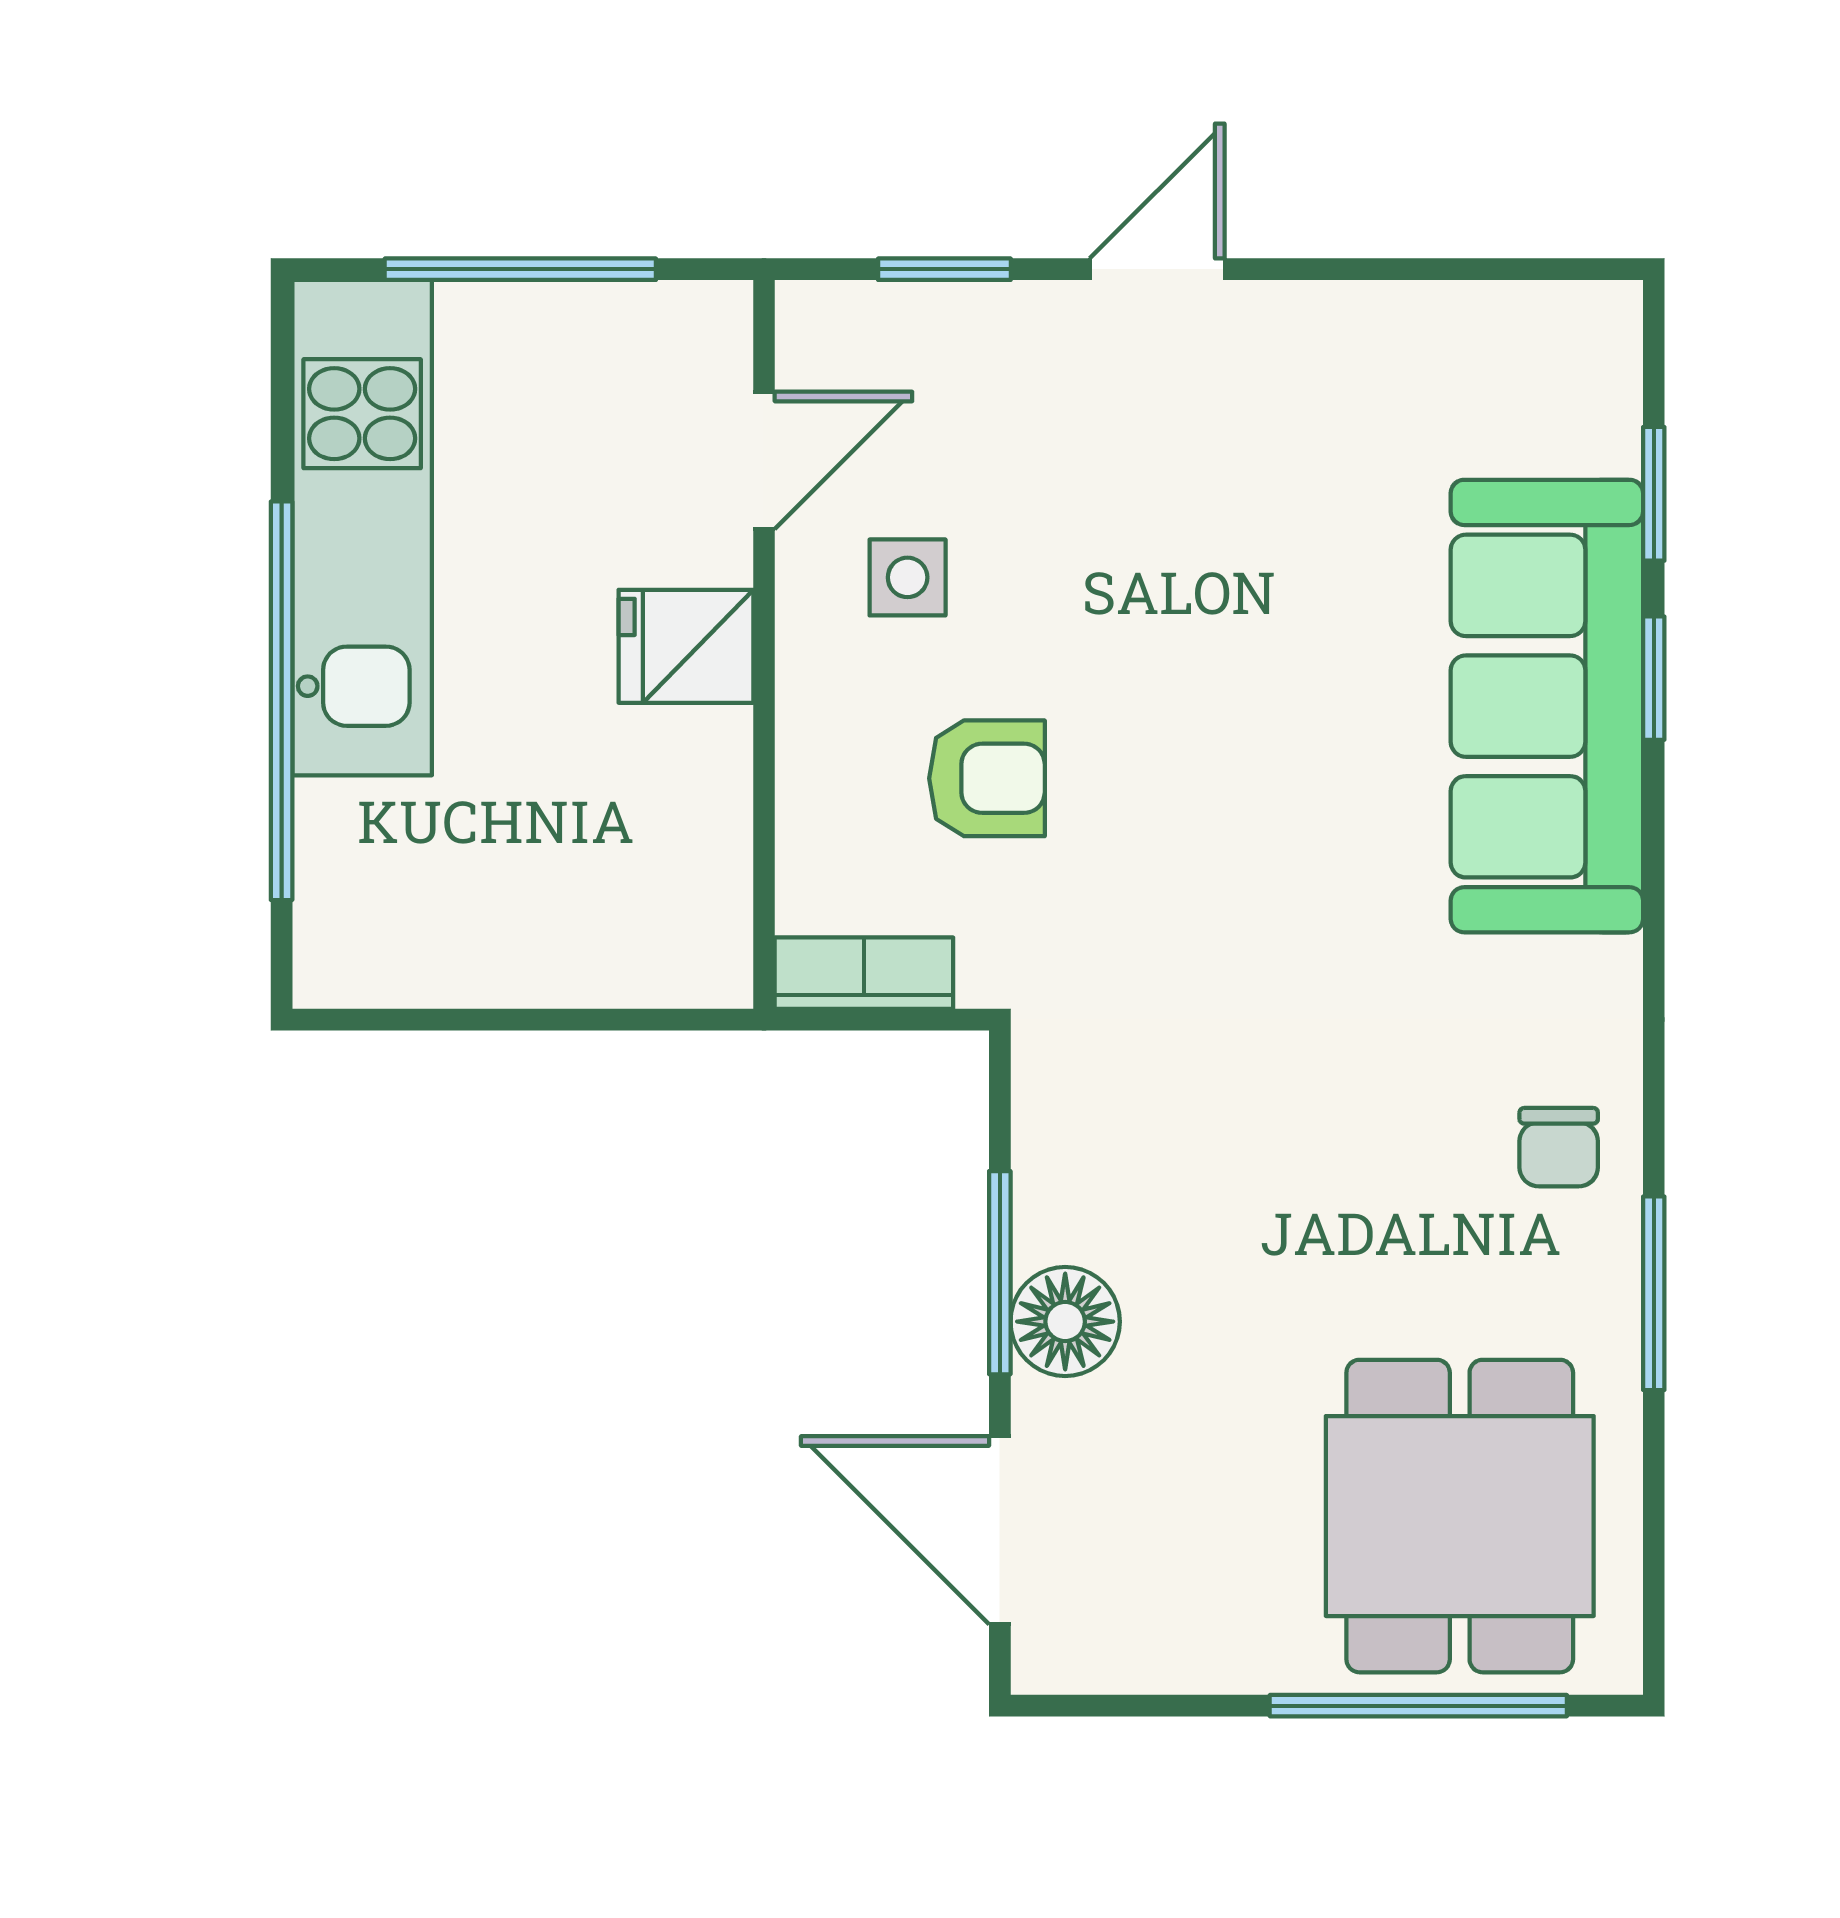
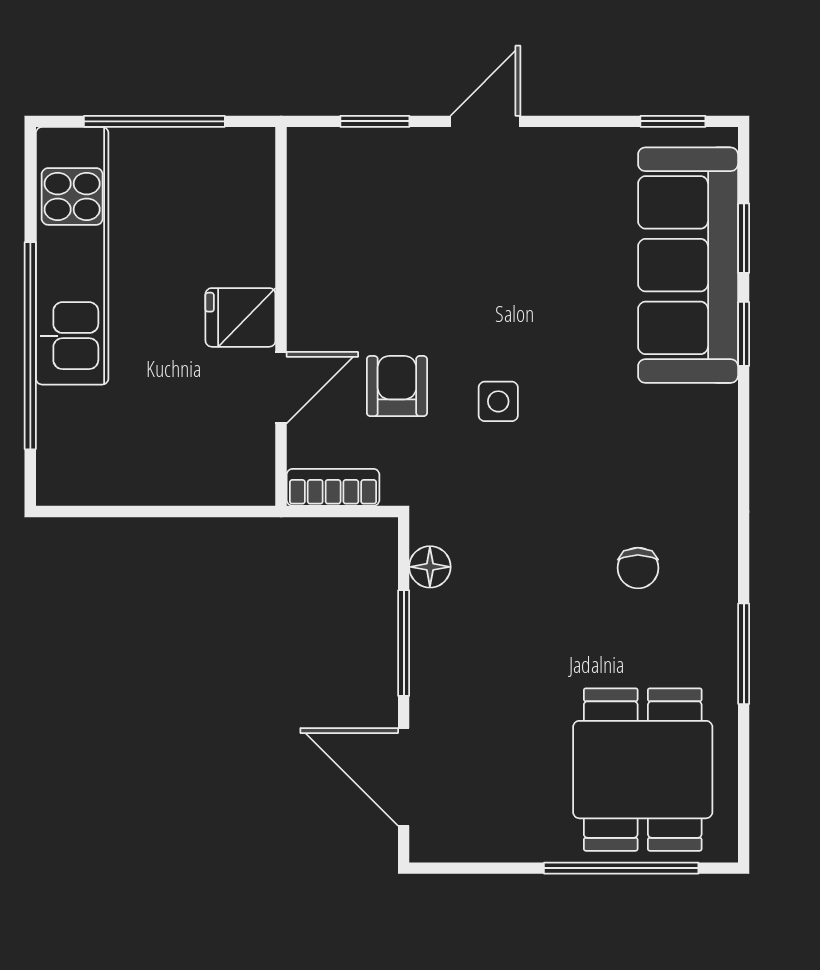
window: (1518, 269) -> (673, 121), added
door: (764, 460) -> (281, 388), moved
side table: (908, 577) -> (498, 401), moved
sofa: (1547, 706) -> (688, 265), moved
armchair: (987, 778) -> (397, 386), turned -90
chair: (1559, 1147) -> (638, 568), moved
floor lamp: (1065, 1322) -> (430, 567), moved, width x0.73, depth x0.73

